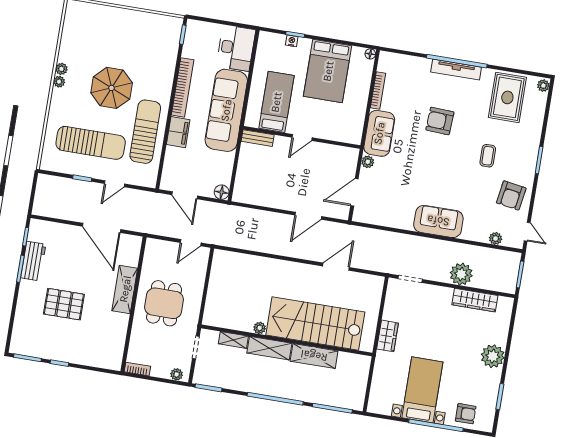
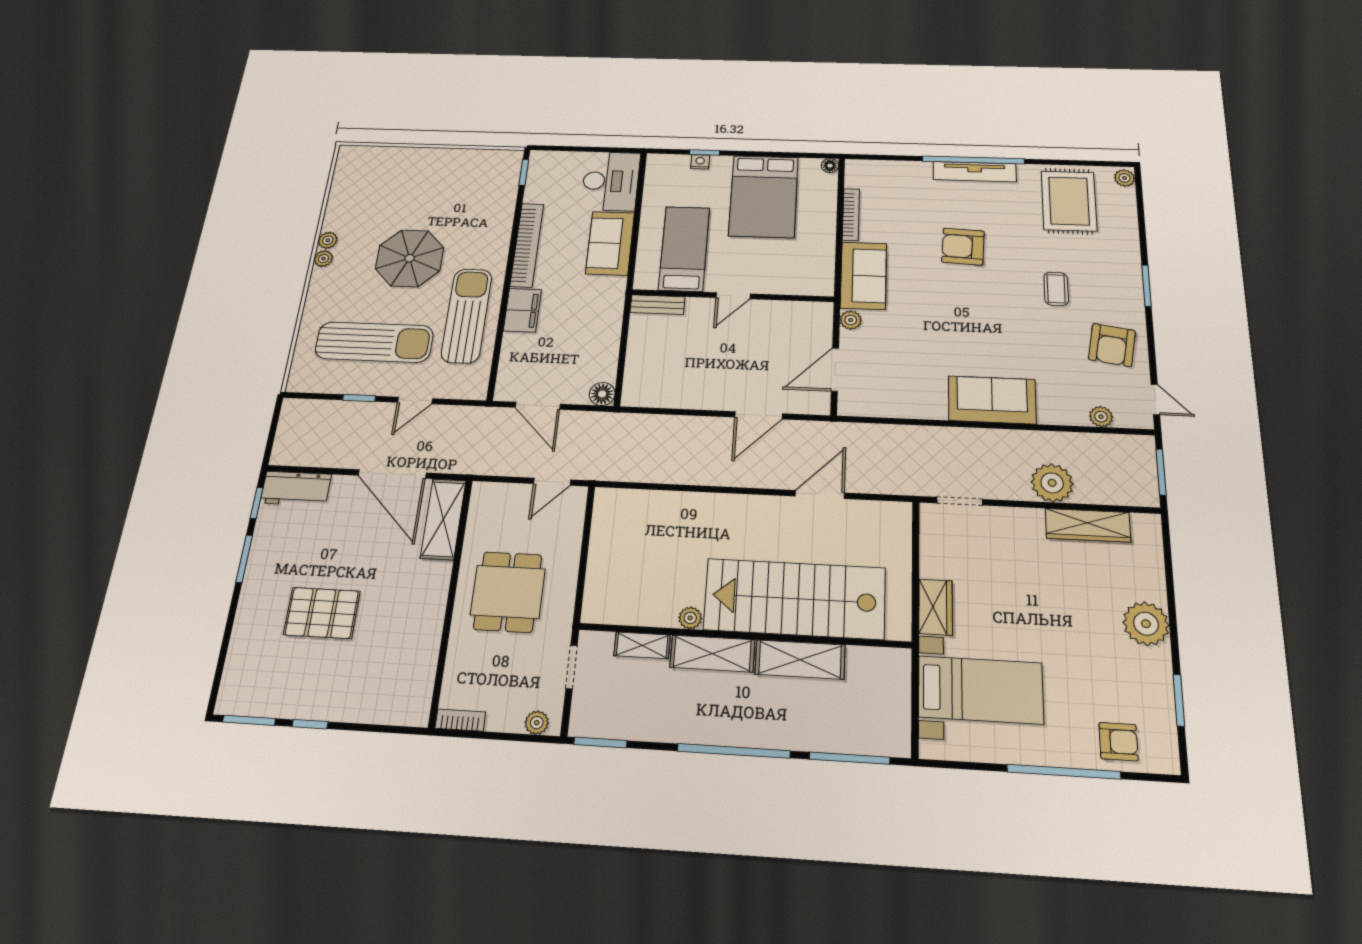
sofa: (226, 110) -> (610, 243), width x0.54, depth x0.79
workbench: (33, 261) -> (296, 489), moved, turned 90
shelving: (125, 289) -> (443, 519), moved
bed with nightstands: (422, 390) -> (981, 690), moved, turned 90

